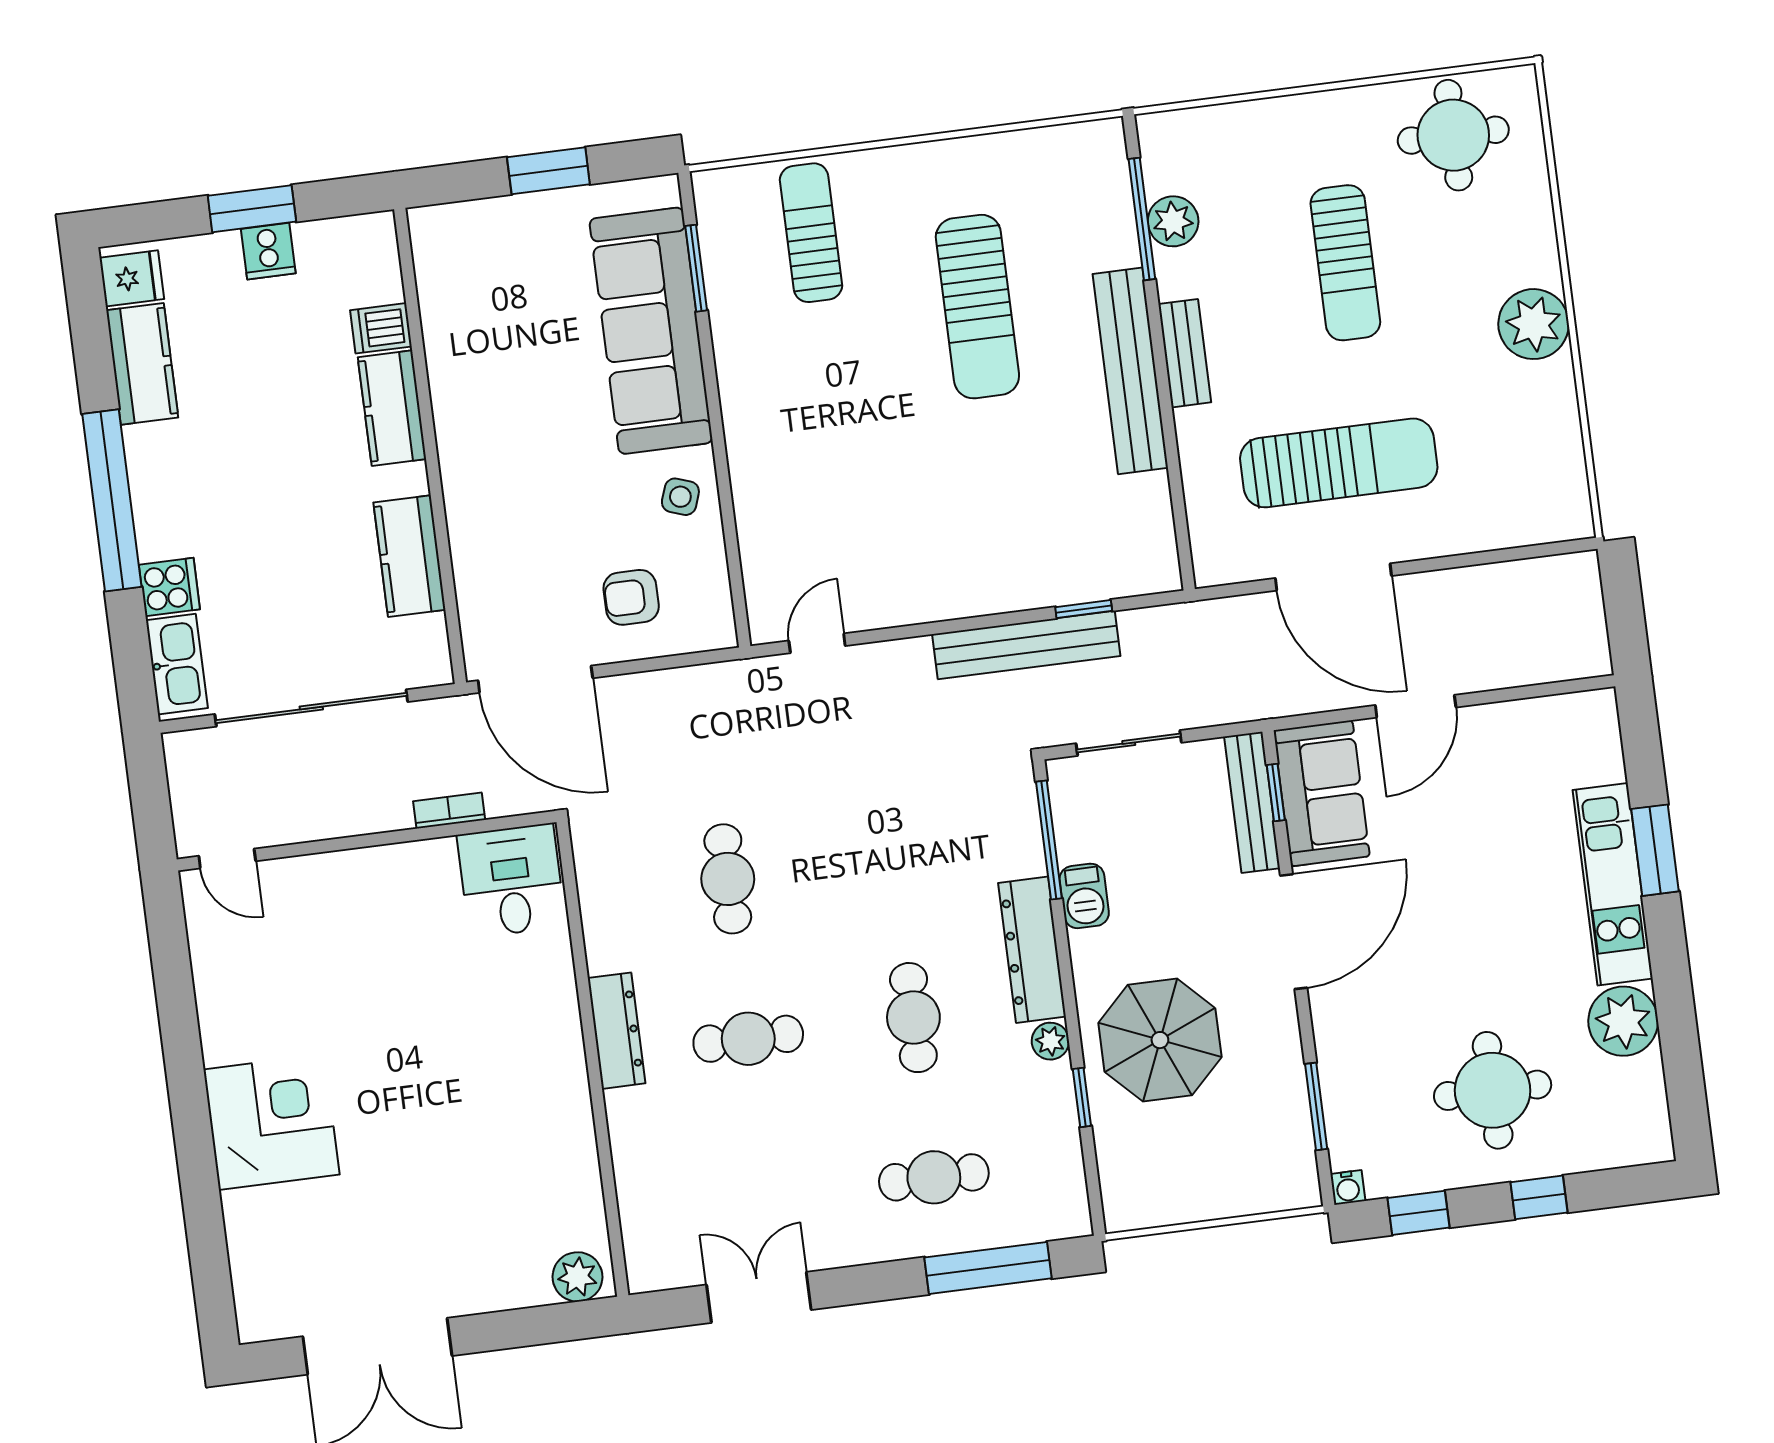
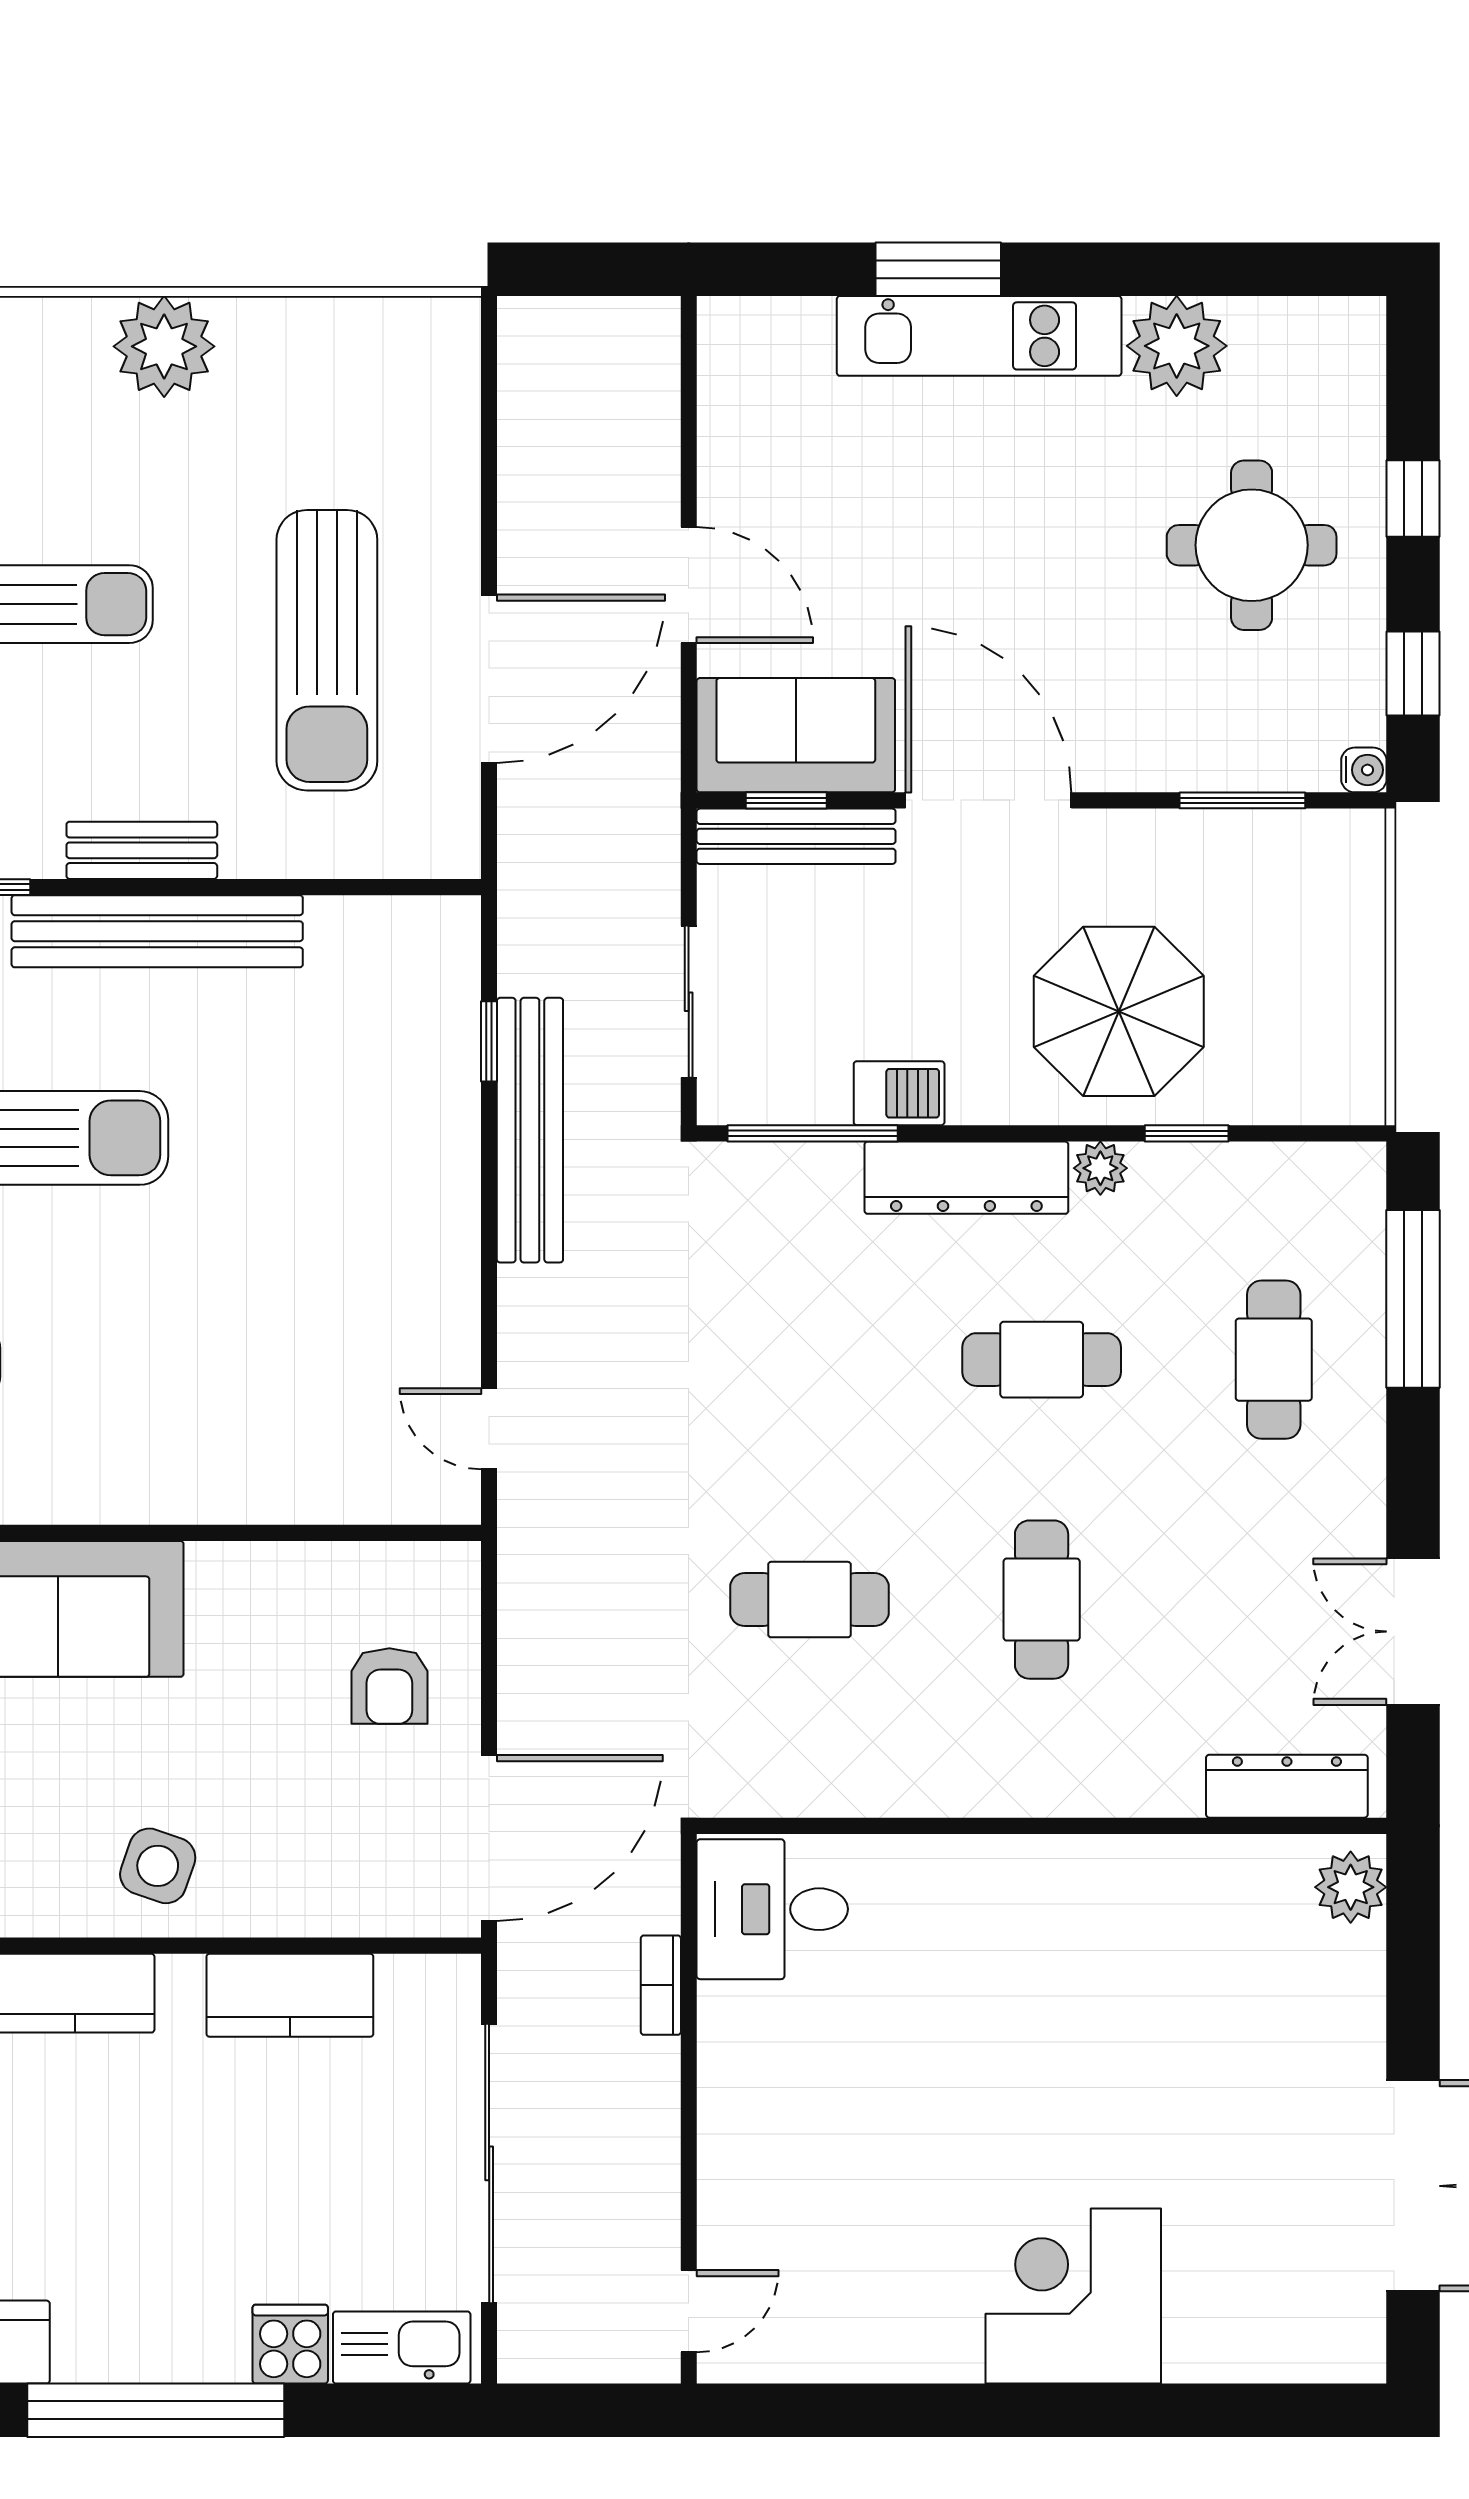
sun lounger: (1339, 463) -> (327, 650), turned 180
side table: (680, 497) -> (158, 1866), moved, width x1.37, depth x1.37
dresser: (617, 1031) -> (1287, 1786), moved

